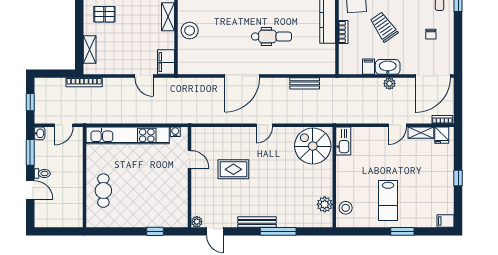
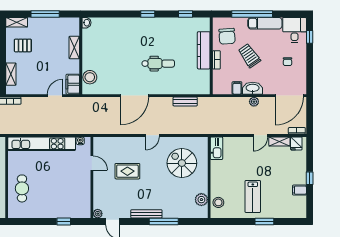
stool: (190, 31) -> (90, 77), moved
door: (144, 76) -> (55, 96), swing flipped
spiral stairs: (313, 146) -> (182, 163), moved
filing cabinet: (446, 221) -> (299, 190), moved

